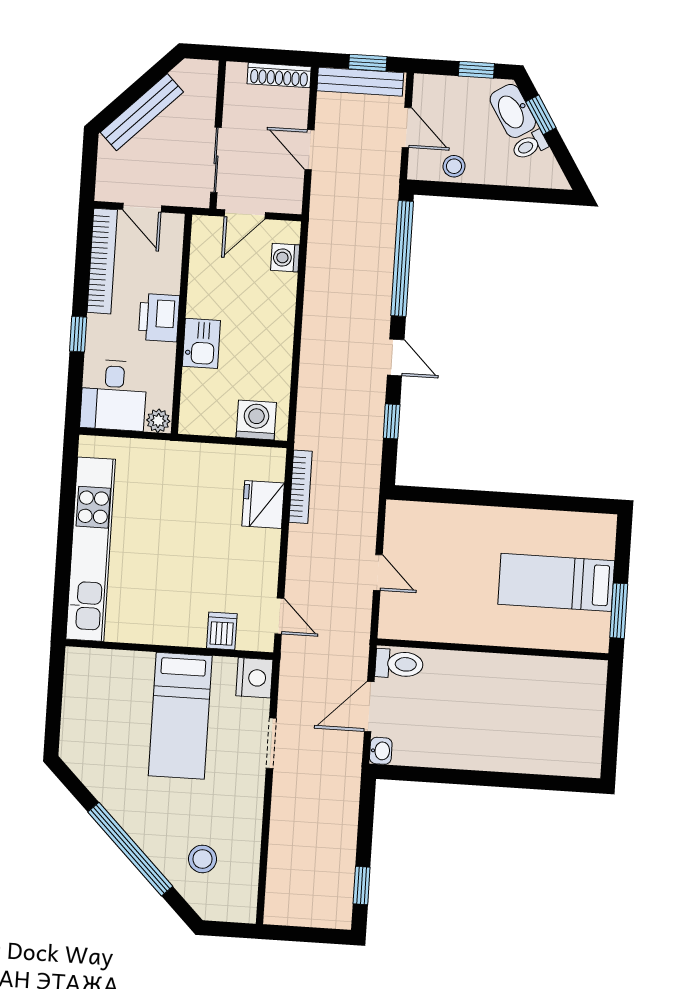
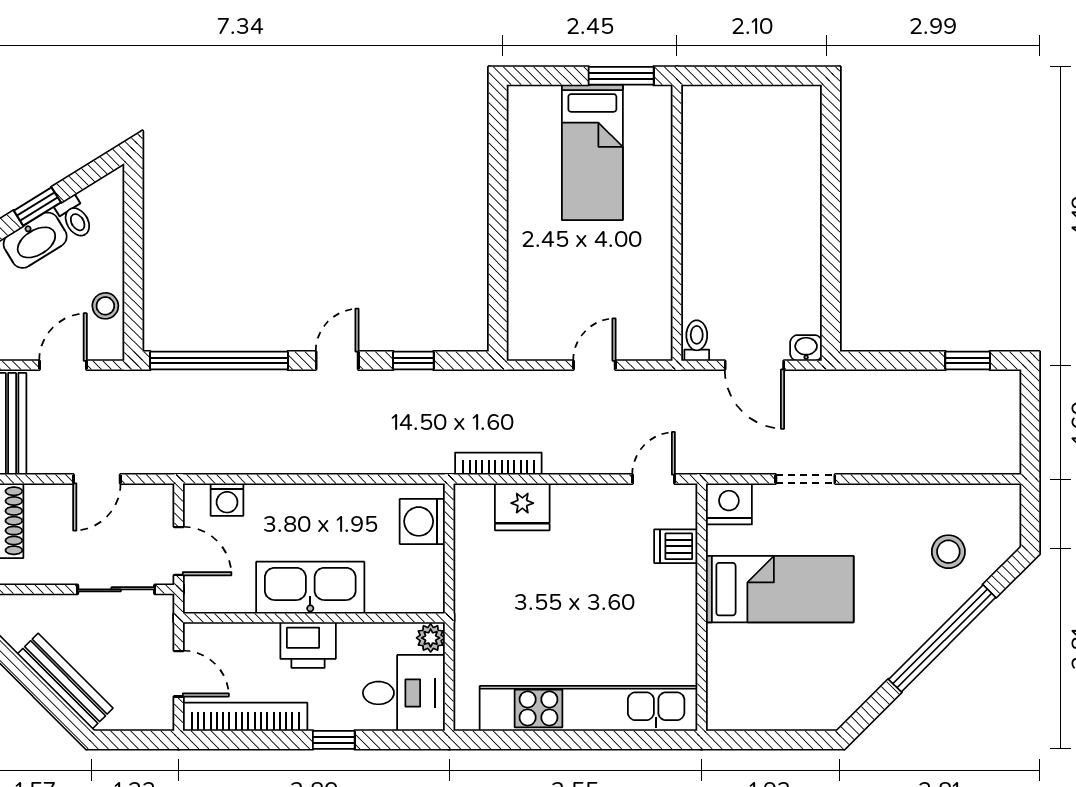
door: (142, 208) -> (179, 674), hinge flipped
kitchen sink: (201, 343) -> (310, 588), width x1.87, depth x1.24
toilet: (399, 664) -> (697, 341), width x0.73, depth x0.72

